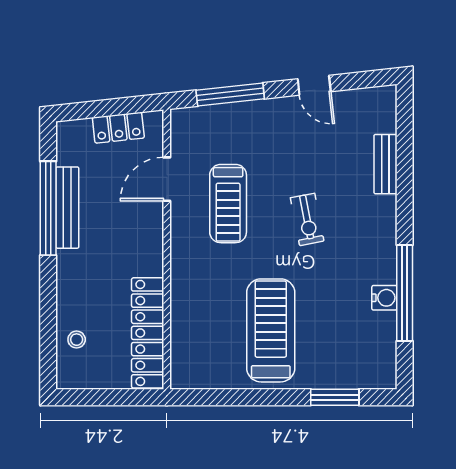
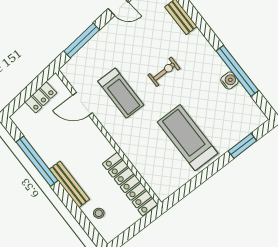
door: (167, 179) -> (83, 104), hinge flipped
bench: (67, 208) -> (69, 184), moved
exercise bike: (307, 219) -> (164, 72), turned -79

